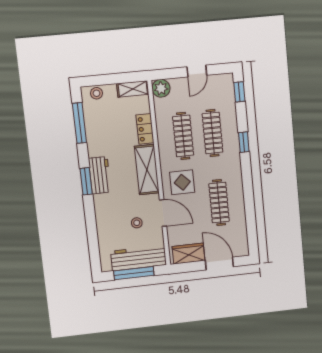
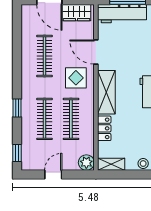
stool: (137, 223) -> (120, 46), removed

